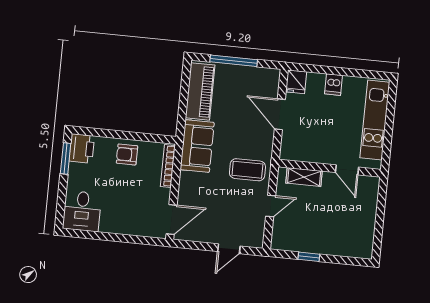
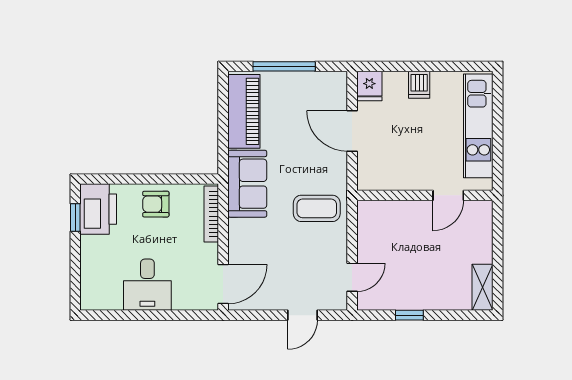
printer: (82, 148) -> (98, 209), width x1.37, depth x1.19
window: (66, 159) -> (75, 218), width x0.67
door: (347, 170) -> (448, 195), hinge flipped
shelving: (304, 177) -> (483, 287), moved, turned 90
door: (271, 206) -> (352, 277), moved
desk: (82, 211) -> (147, 285), moved

